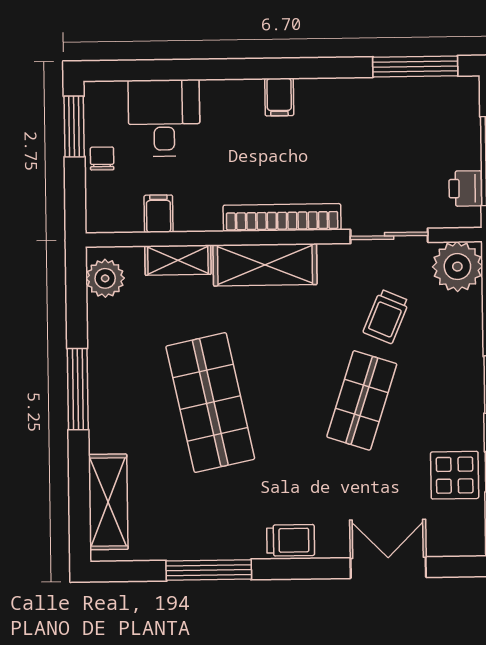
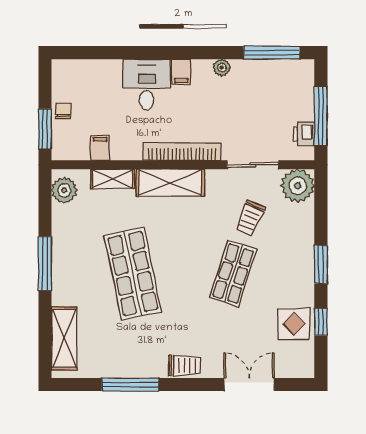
plant: (340, 90) -> (222, 68), added
desk: (164, 118) -> (147, 85), moved
window: (74, 126) -> (45, 129), moved

